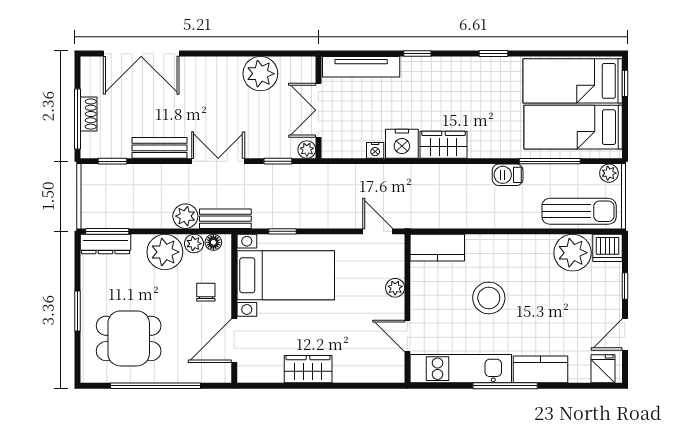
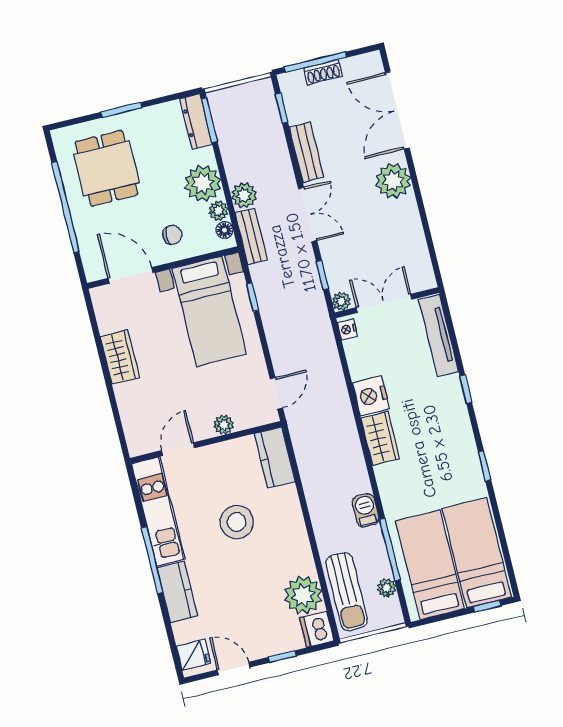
plant: (260, 74) -> (393, 181), moved
nightstand: (375, 150) -> (347, 329), moved
plant: (609, 173) -> (387, 588), moved

